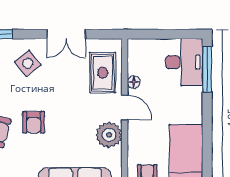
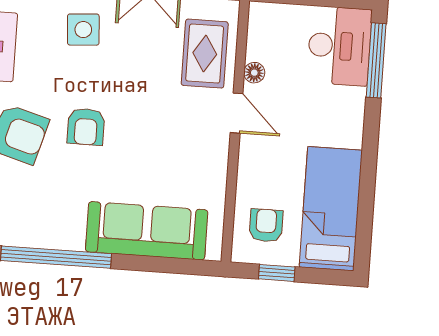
side table: (28, 63) -> (83, 30), turned 35
plant: (109, 135) -> (208, 156), removed

